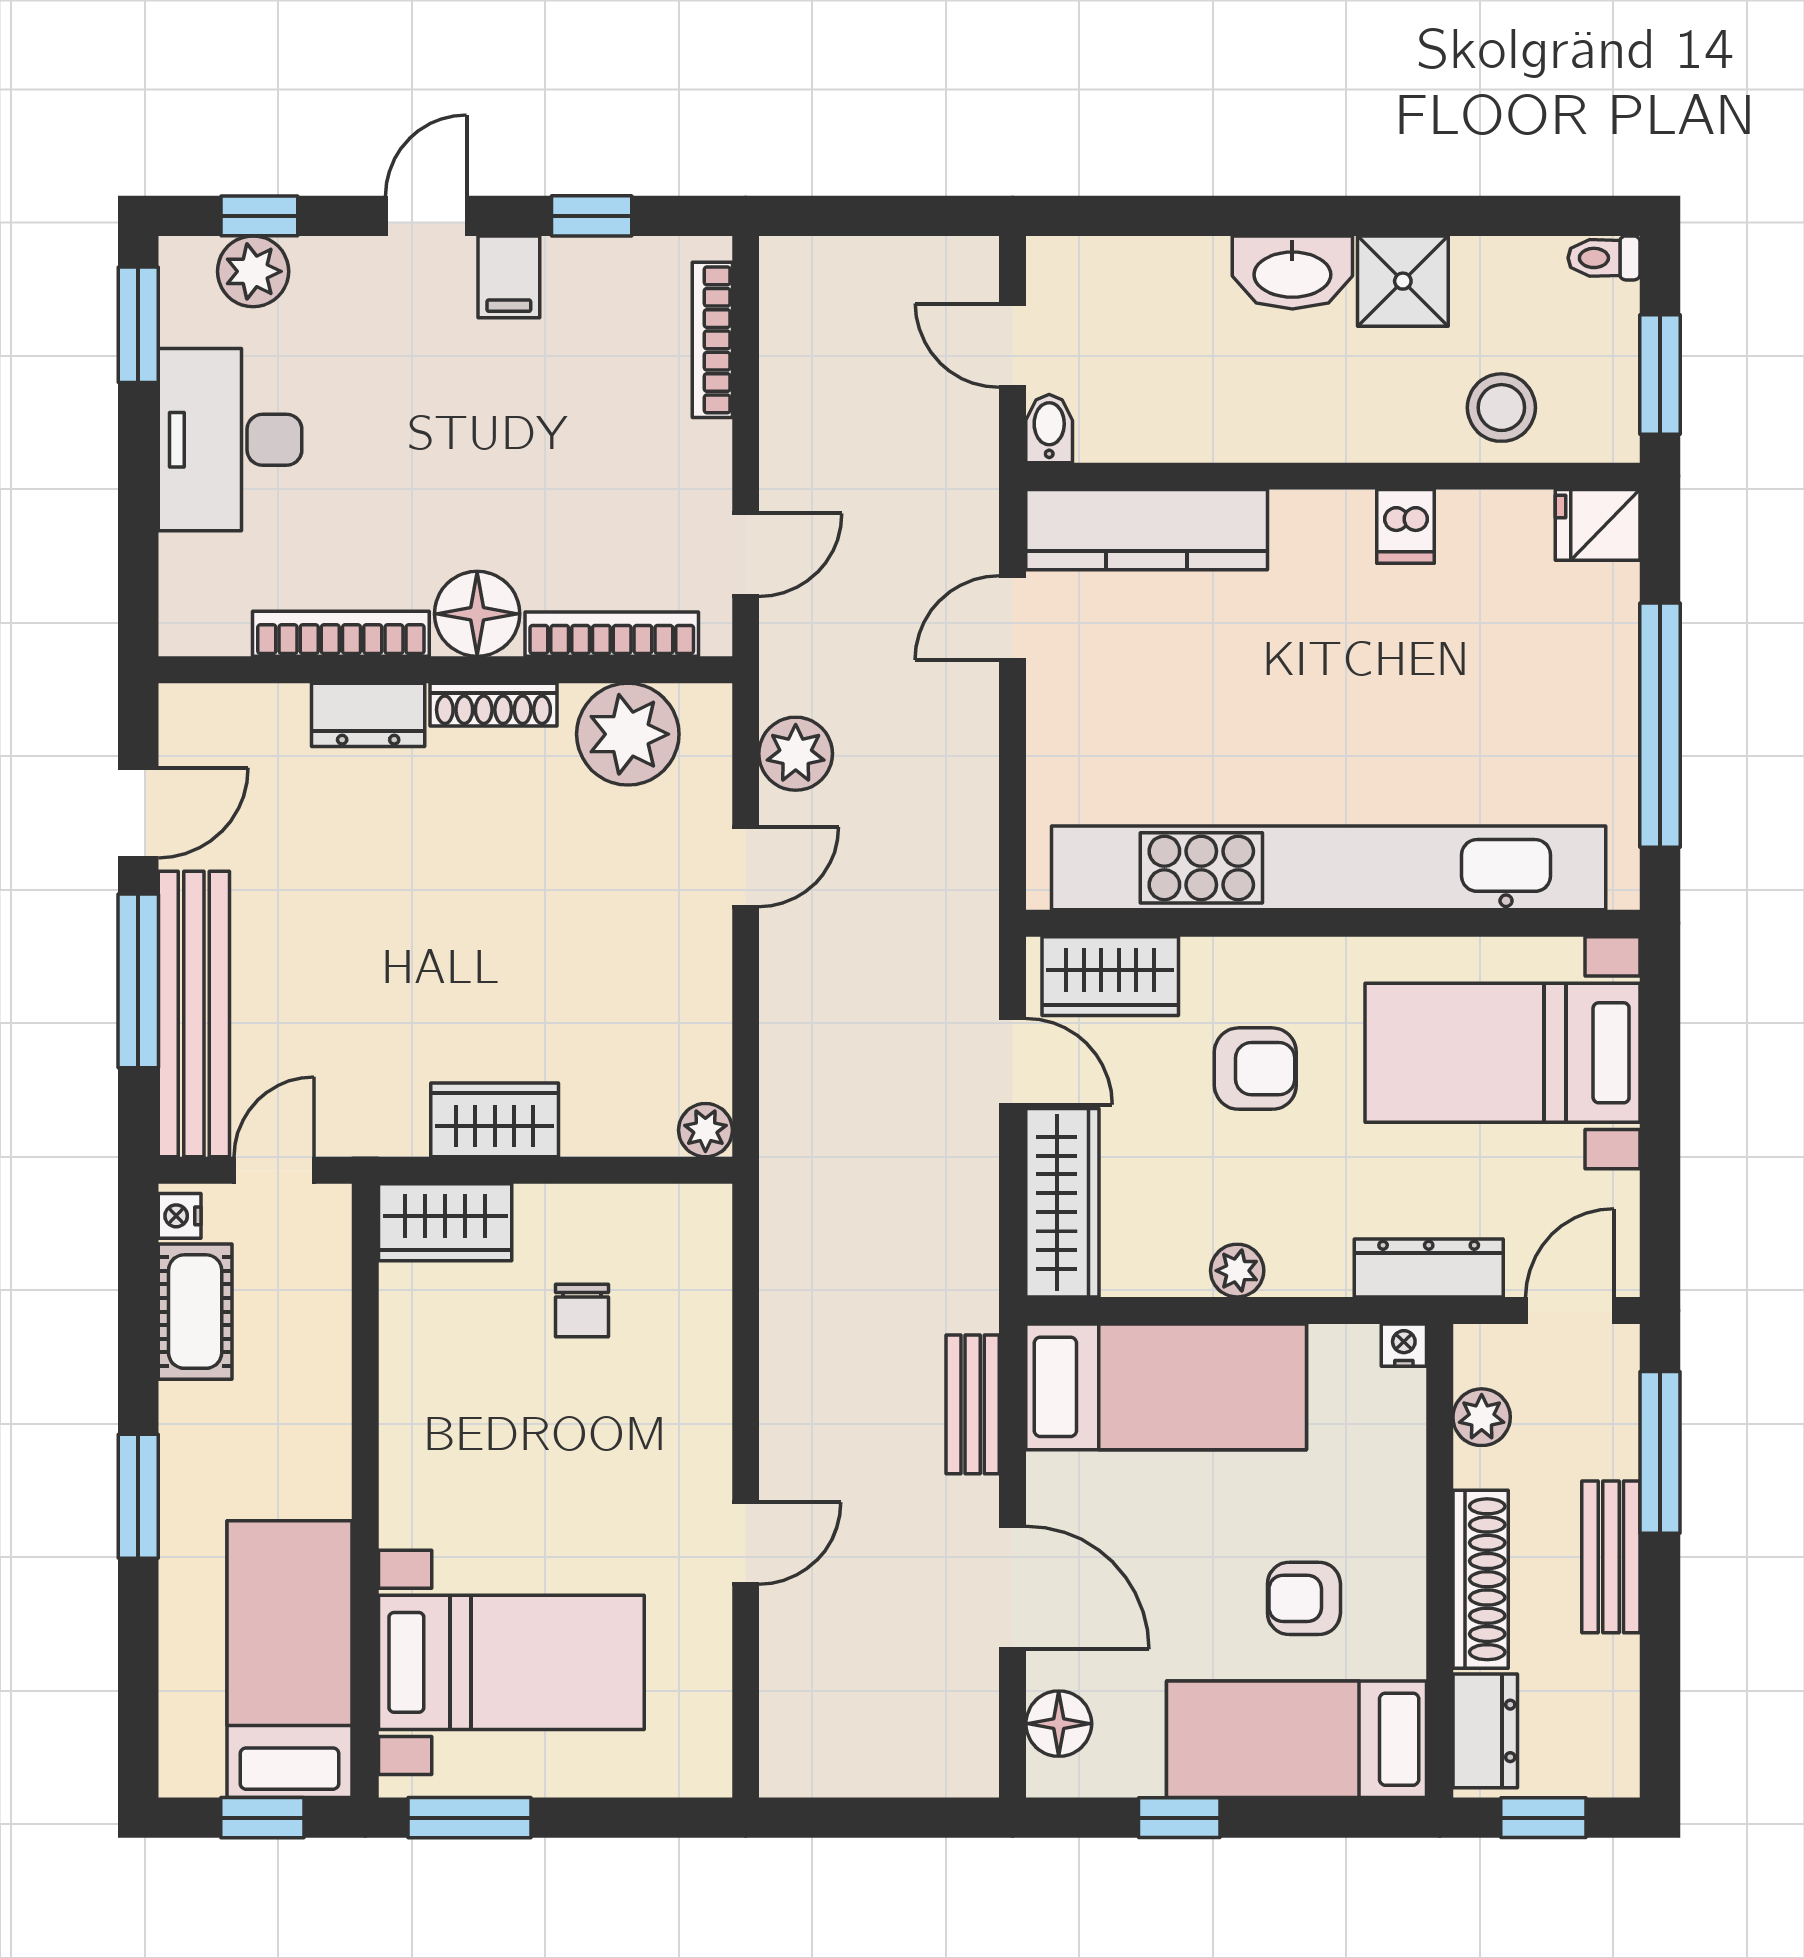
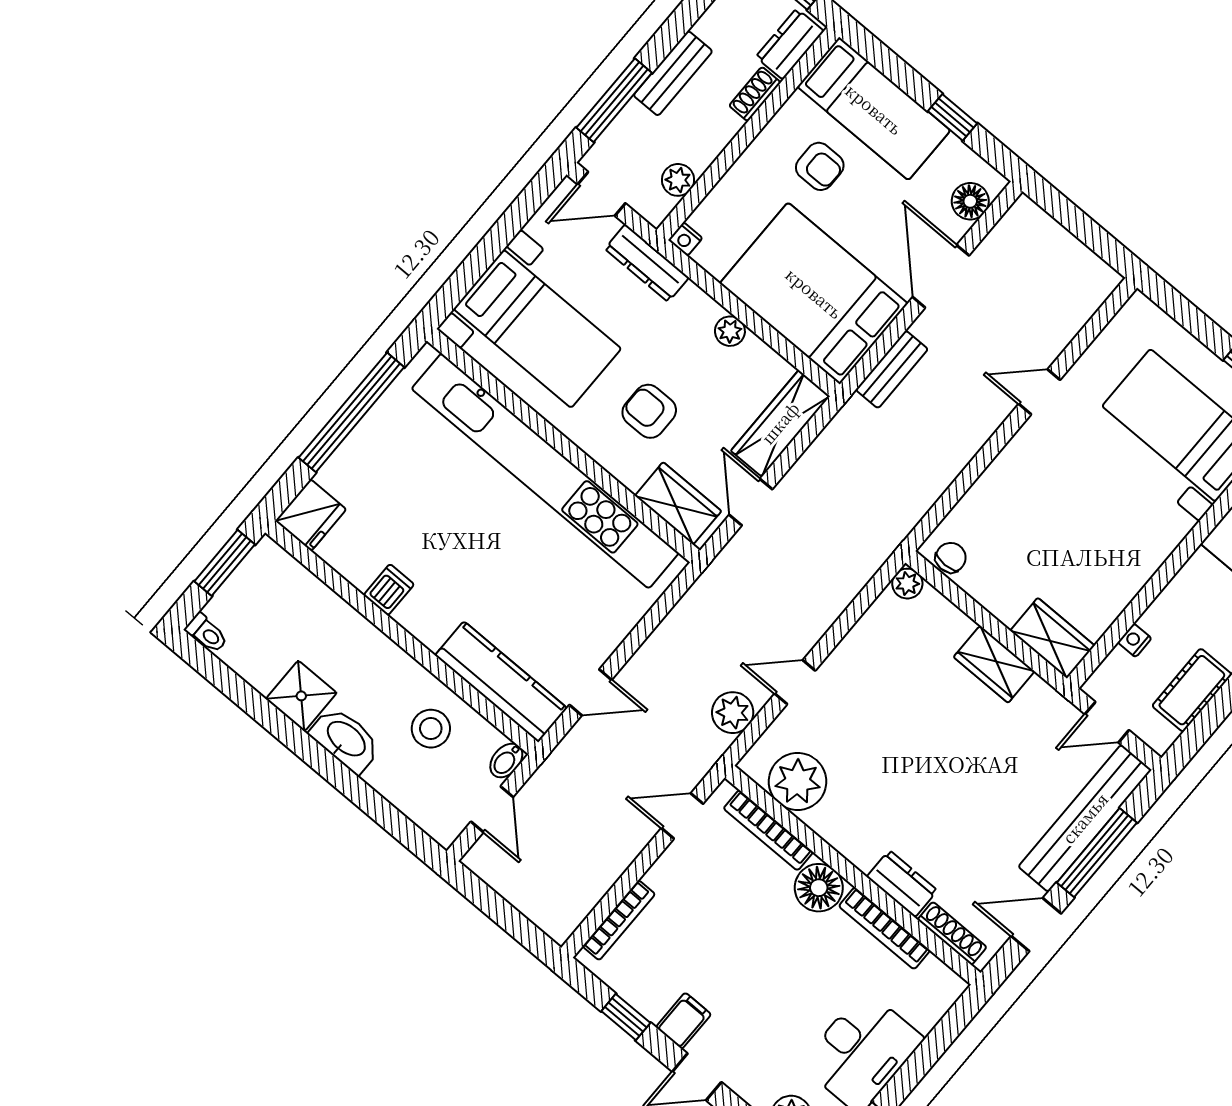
stool: (1501, 408) -> (431, 729), moved
fridge: (1598, 525) -> (311, 515), width x1.38
shoe rack: (493, 705) -> (952, 933), moved
nightstand: (180, 1216) -> (1135, 640), moved, turned 180
chair: (582, 1311) -> (951, 558), moved
bed: (1166, 1387) -> (814, 293), width x1.50
shoe rack: (1481, 1579) -> (755, 94), width x0.51, depth x0.81

